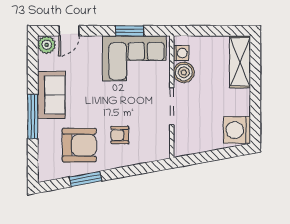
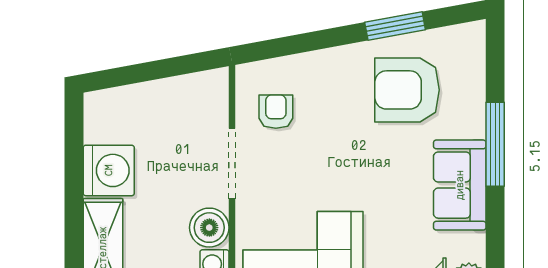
washing machine: (237, 130) -> (109, 170), moved
armchair: (120, 135) -> (276, 112), moved, turned -90

